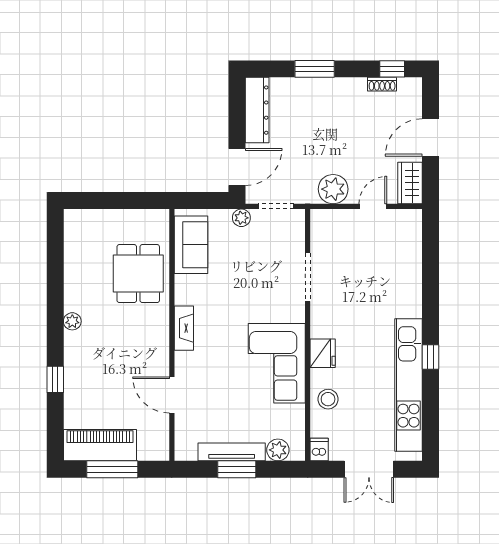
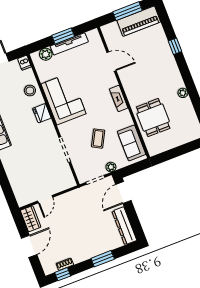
plant: (333, 189) -> (69, 200), removed
coffee table: (244, 274) -> (98, 139), added
plant: (72, 321) -> (183, 93), moved

